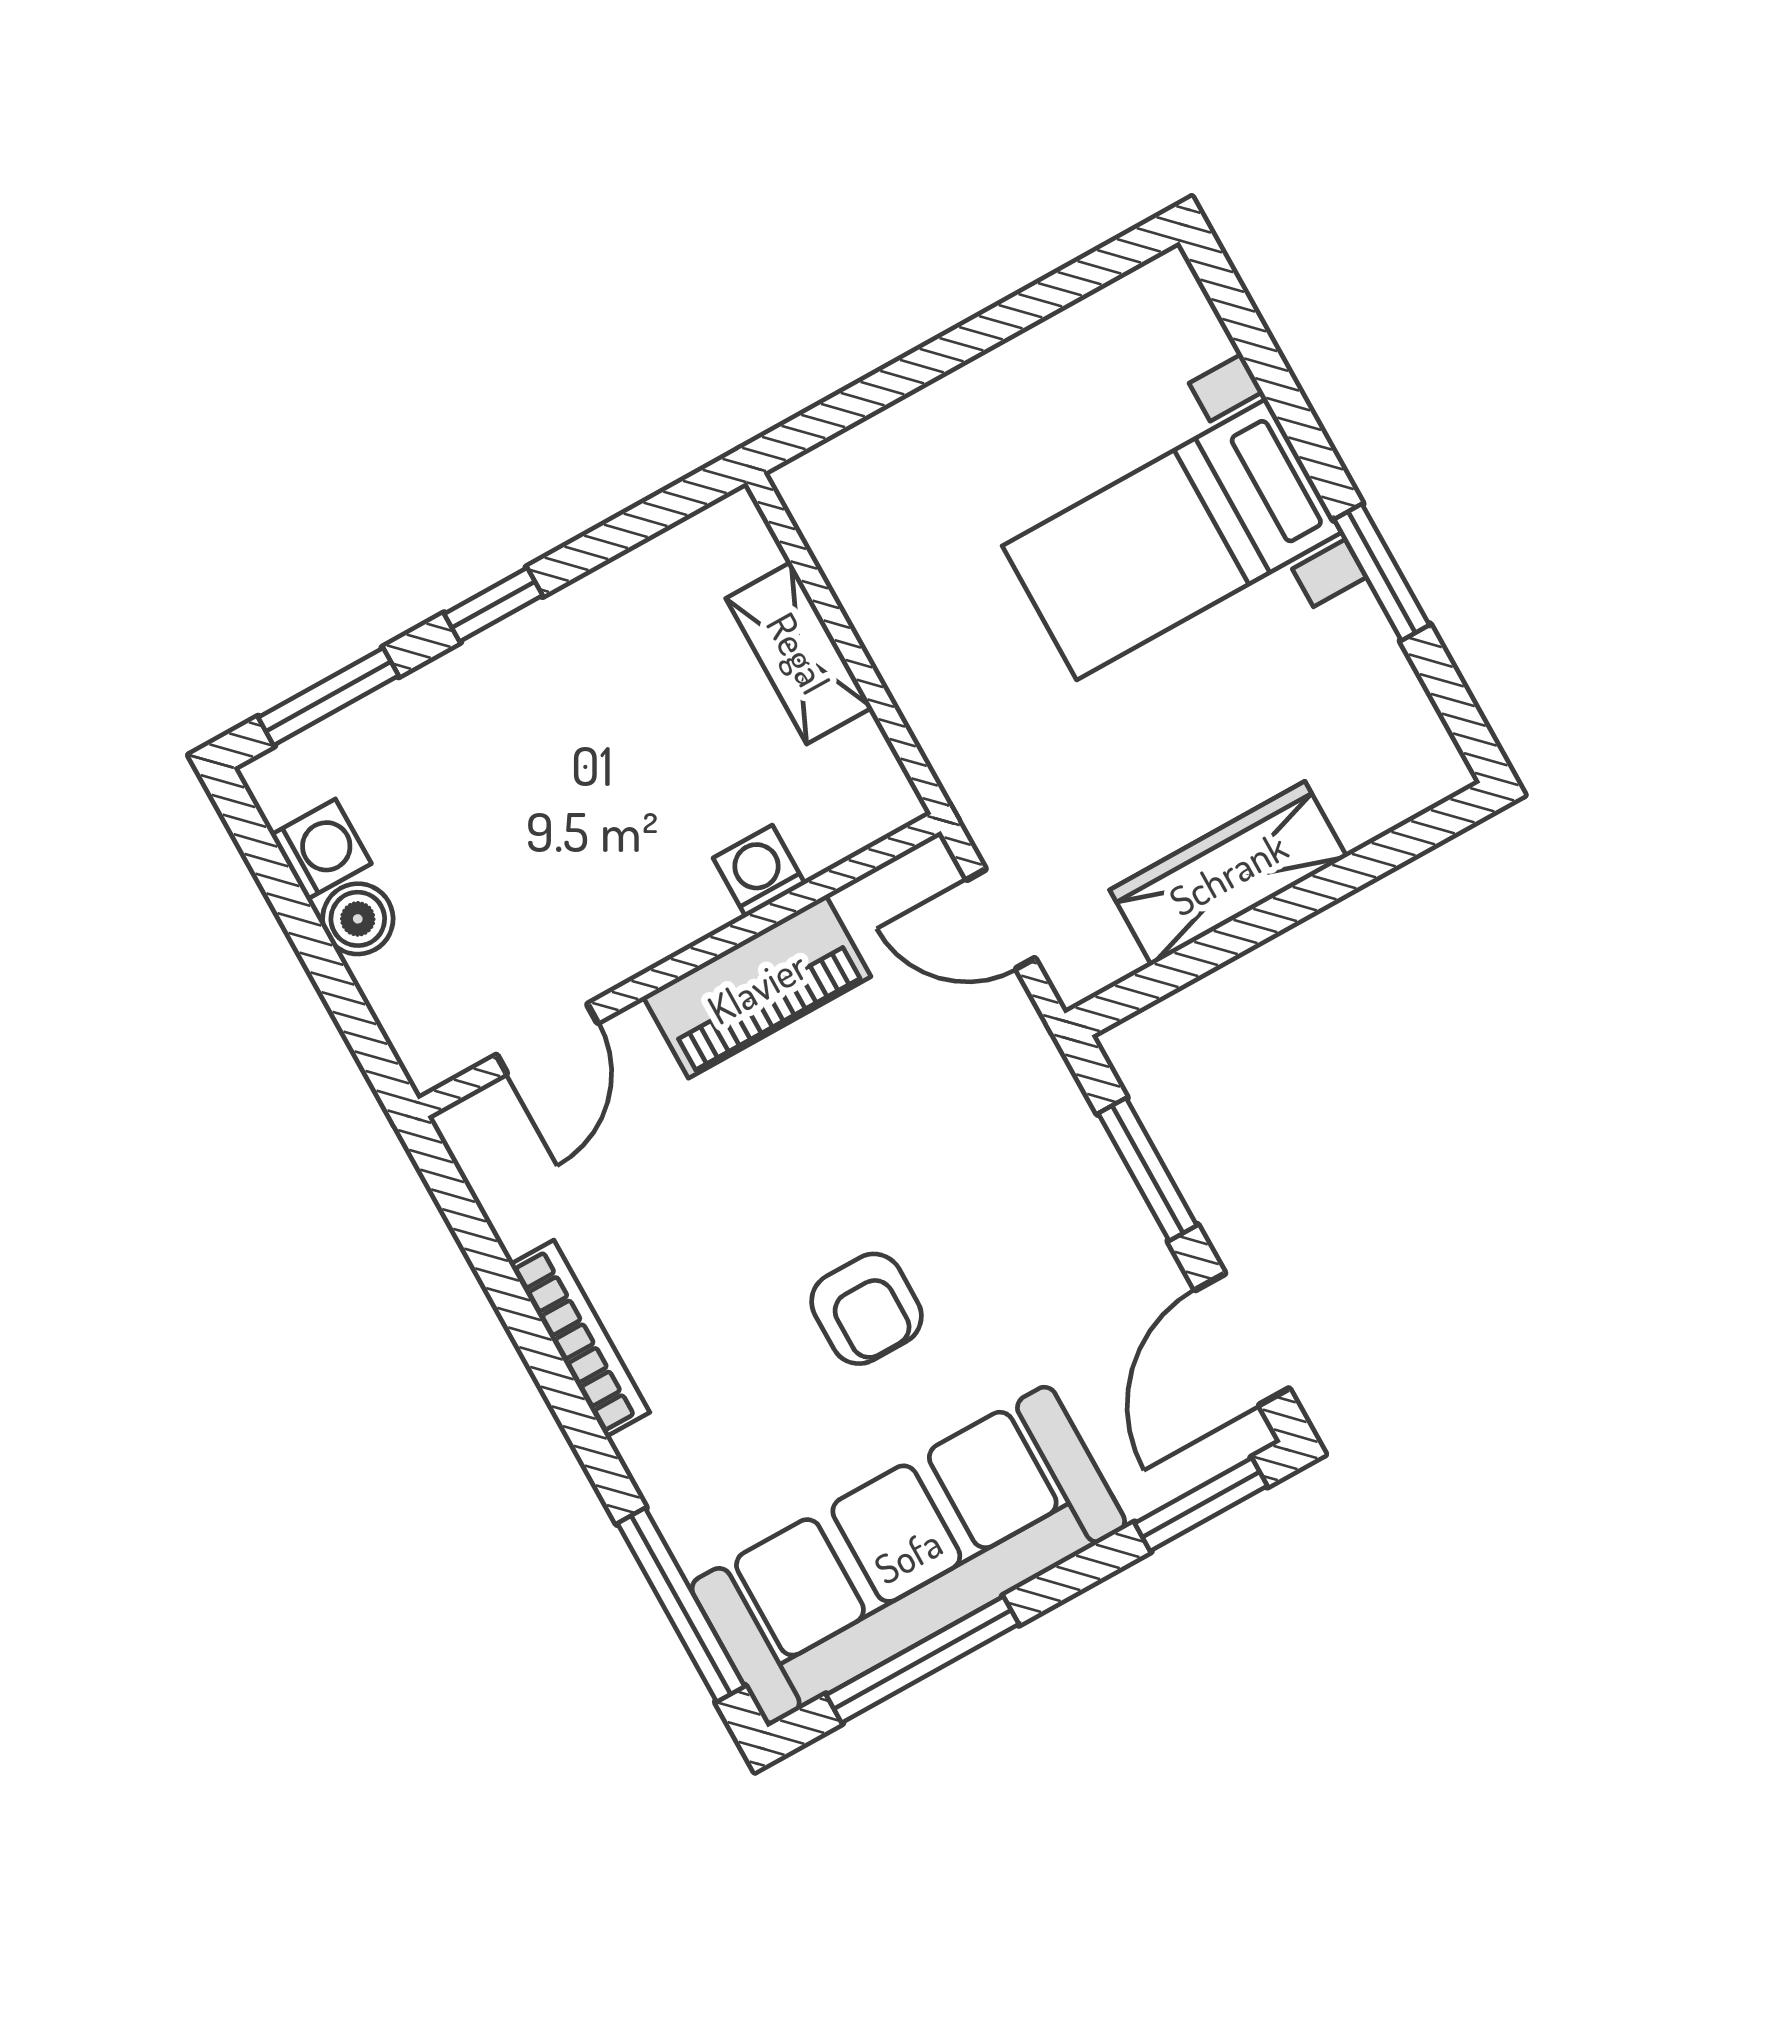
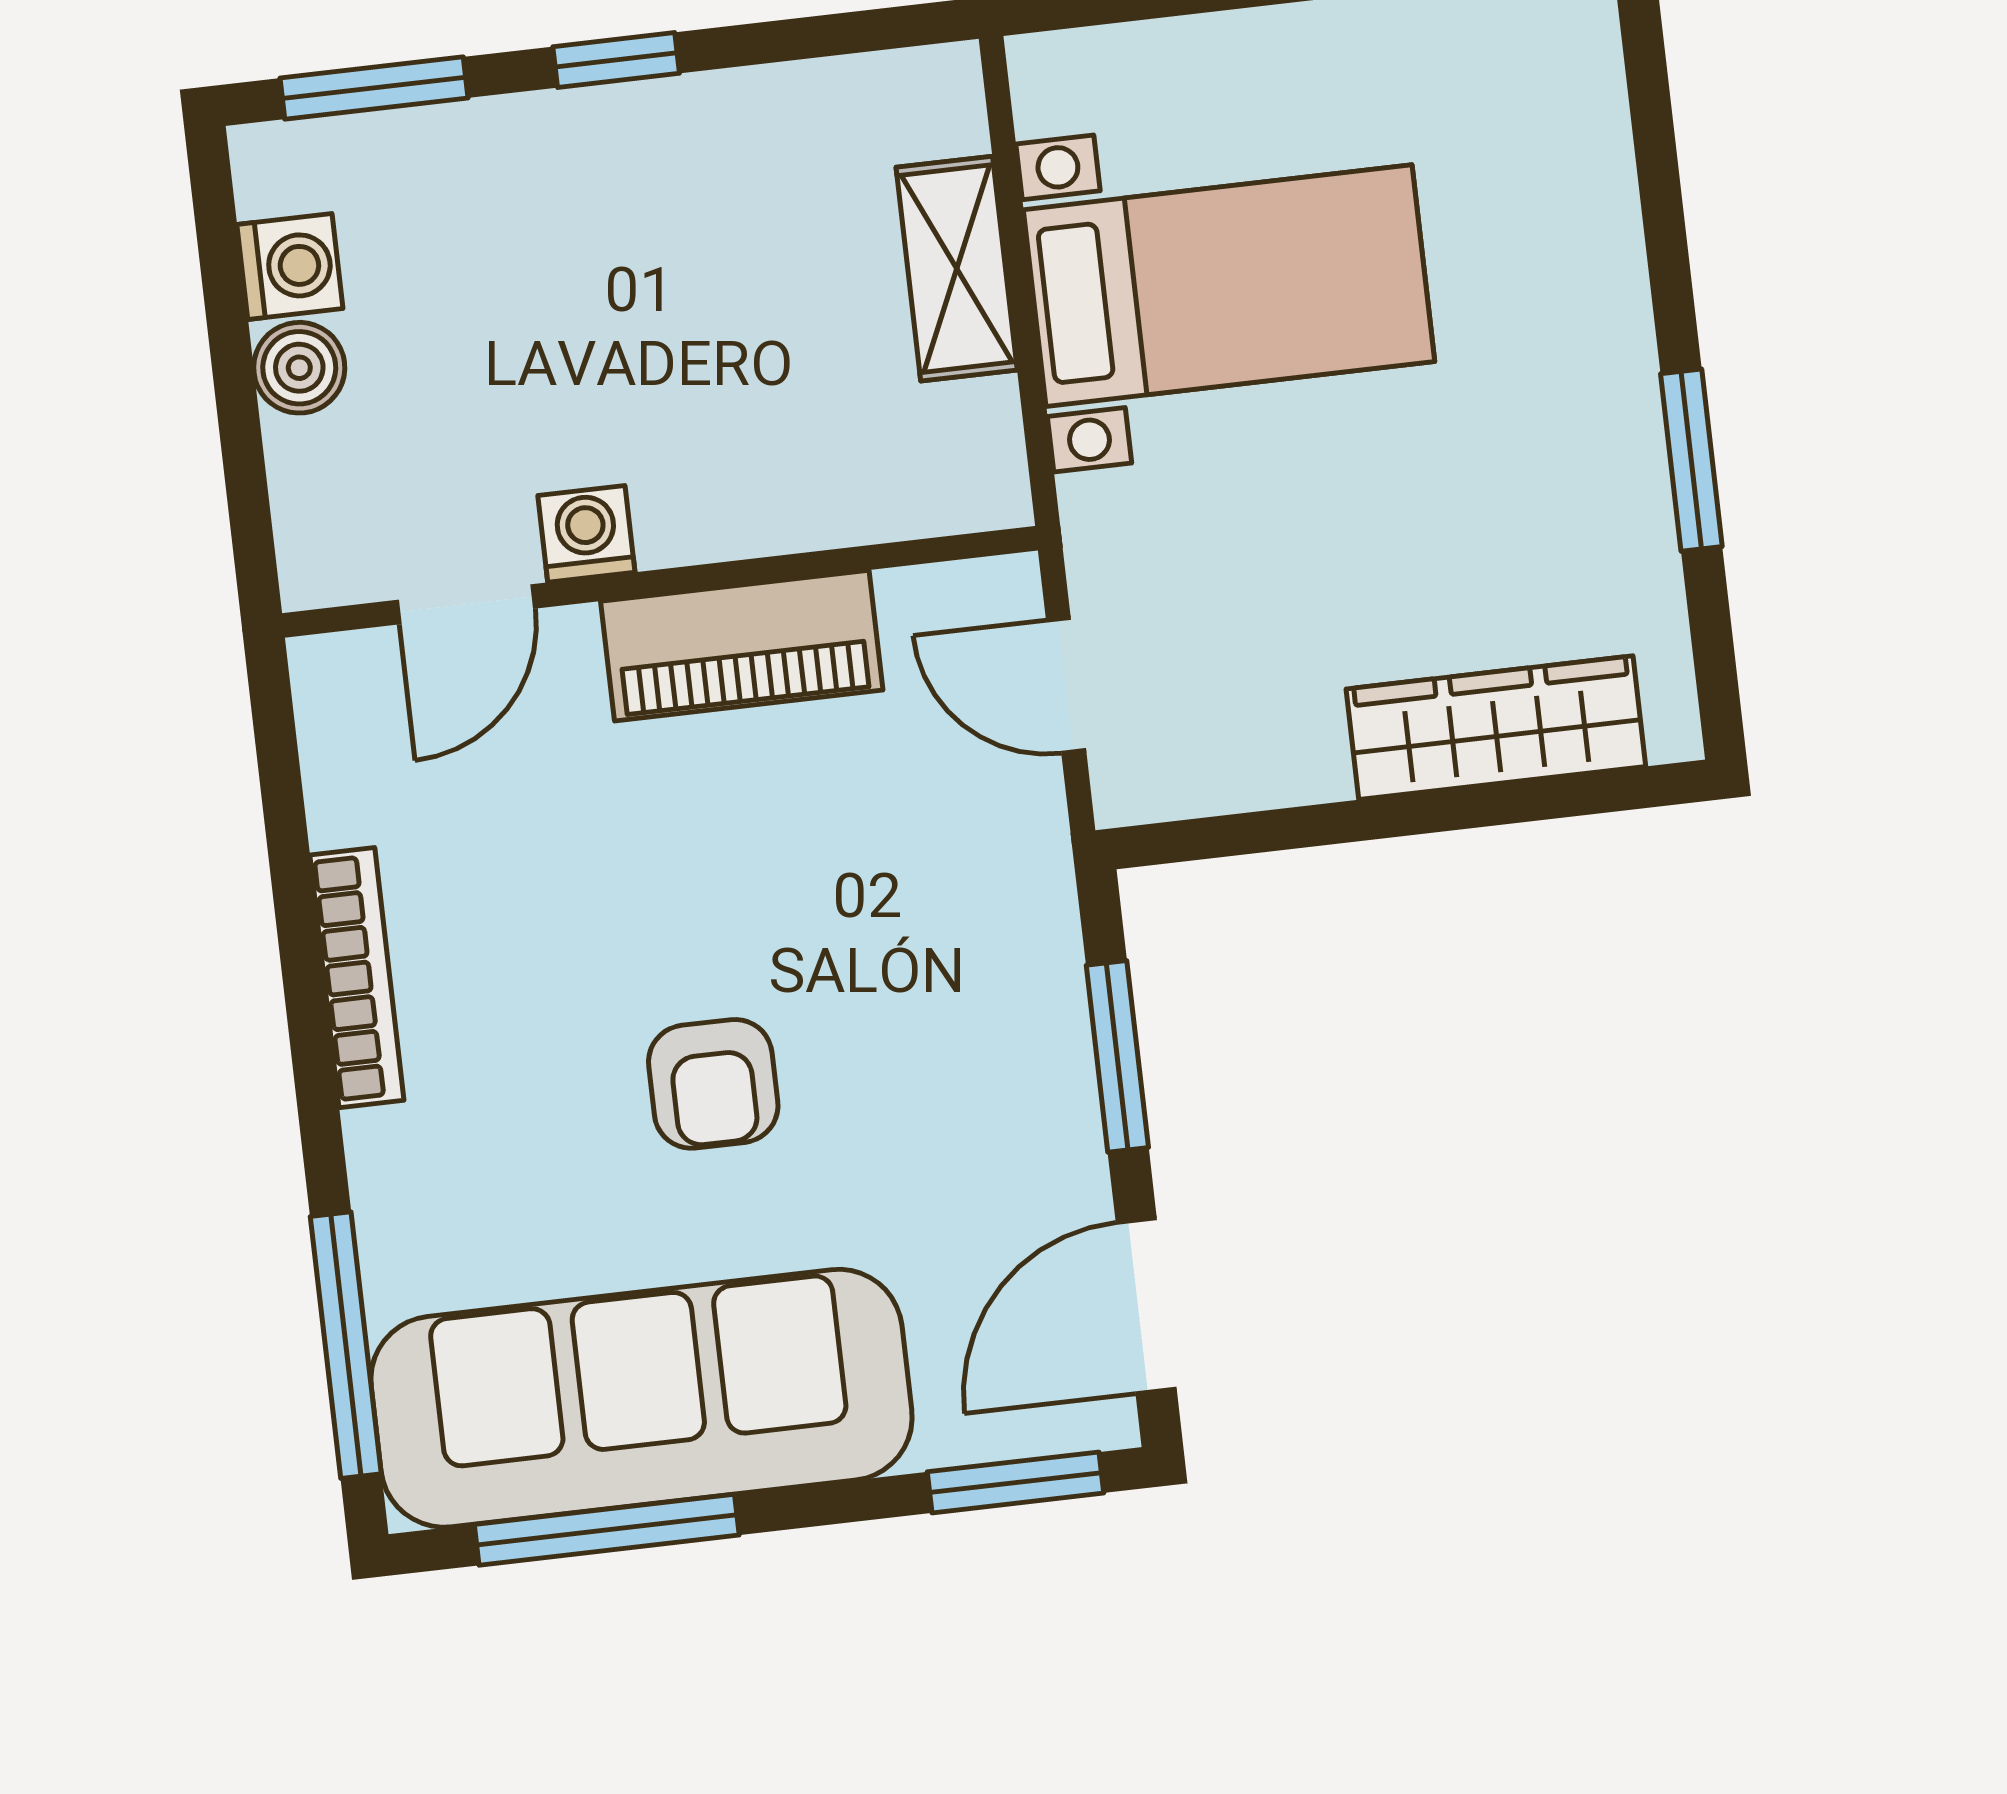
bed with nightstands: (1172, 539) -> (1229, 286), moved, turned 180
washing machine: (759, 871) -> (586, 534), moved
wardrobe: (1228, 873) -> (1496, 728), moved

